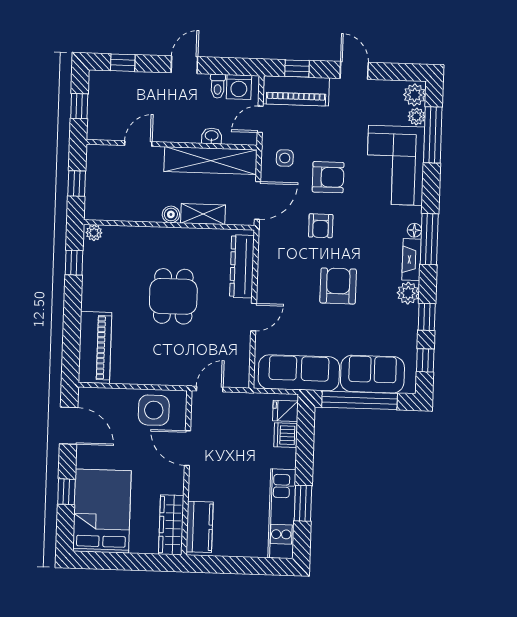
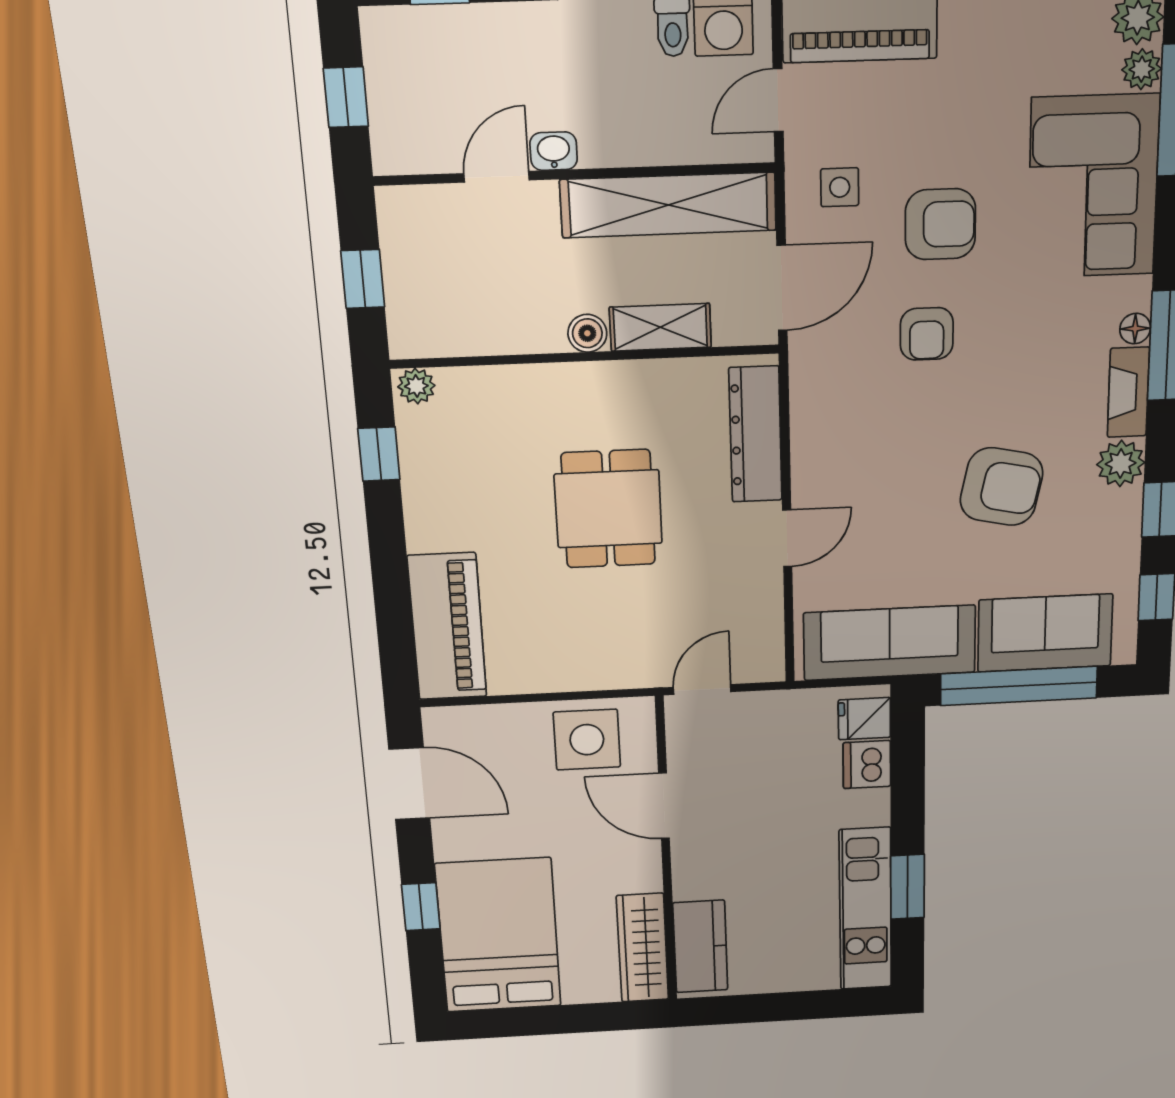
washbasin: (212, 136) -> (554, 151), moved
armchair: (338, 286) -> (1002, 487), moved, turned 102

